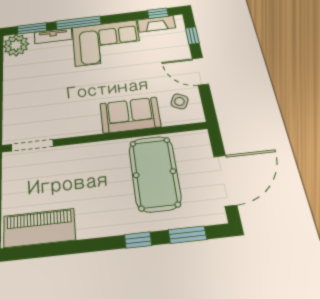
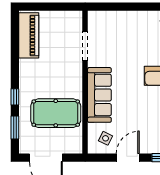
sofa: (130, 115) -> (99, 95), width x1.36
doorway: (32, 145) -> (85, 46), moved

